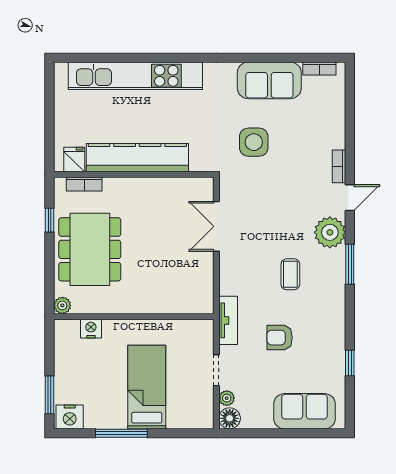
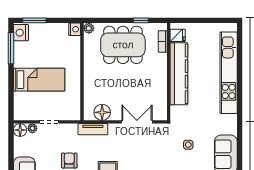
side table: (254, 142) -> (188, 145), width x0.54, depth x0.54
floor lamp: (201, 283) -> (102, 112), added
tv unit: (228, 320) -> (93, 129), moved
nightstand: (91, 329) -> (75, 29), moved
window: (121, 433) -> (11, 48), moved

